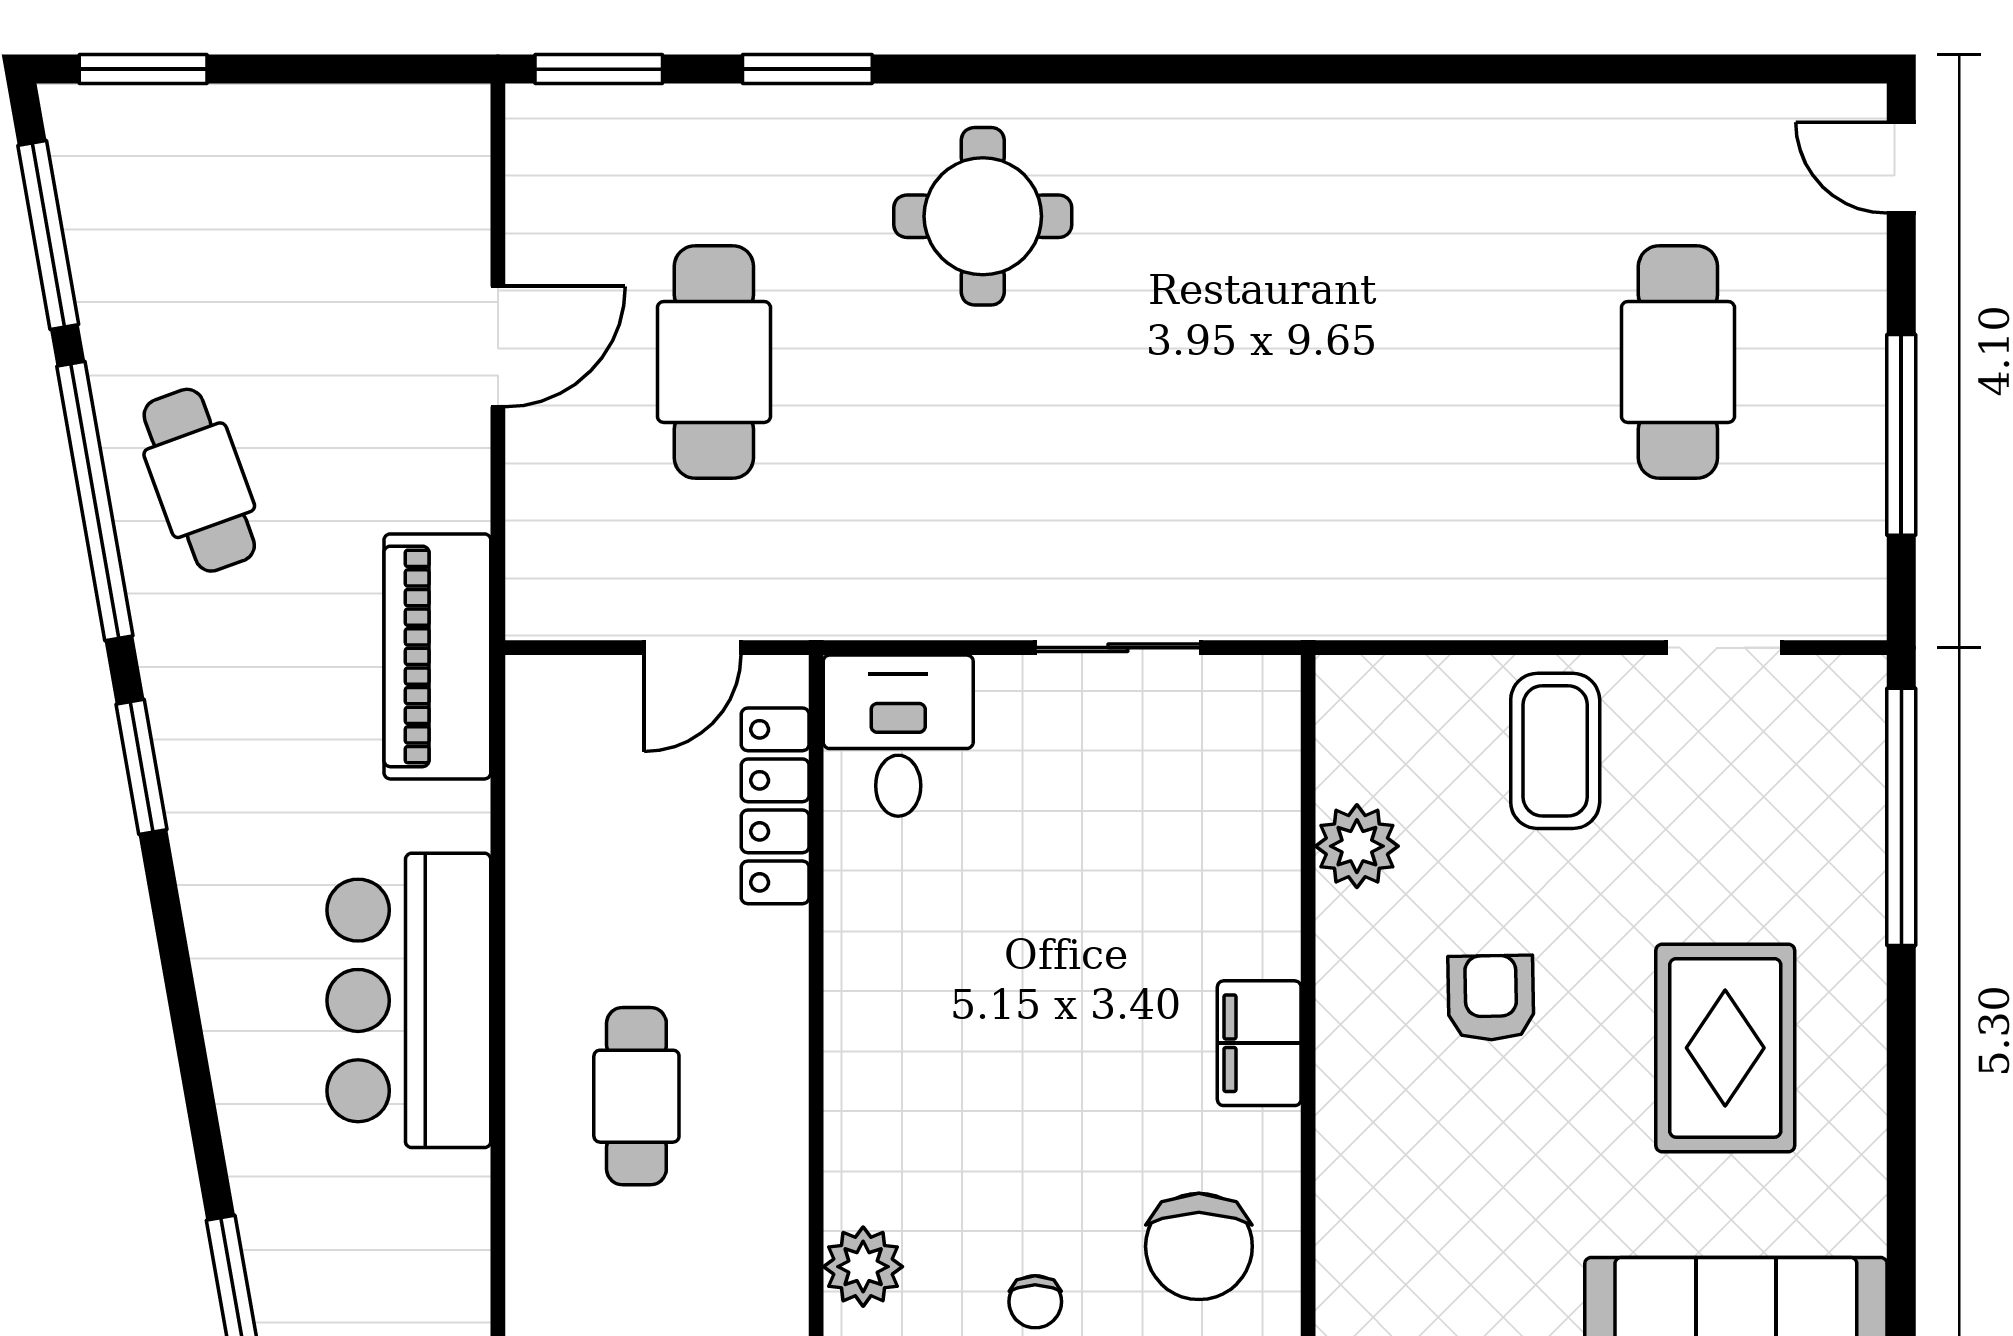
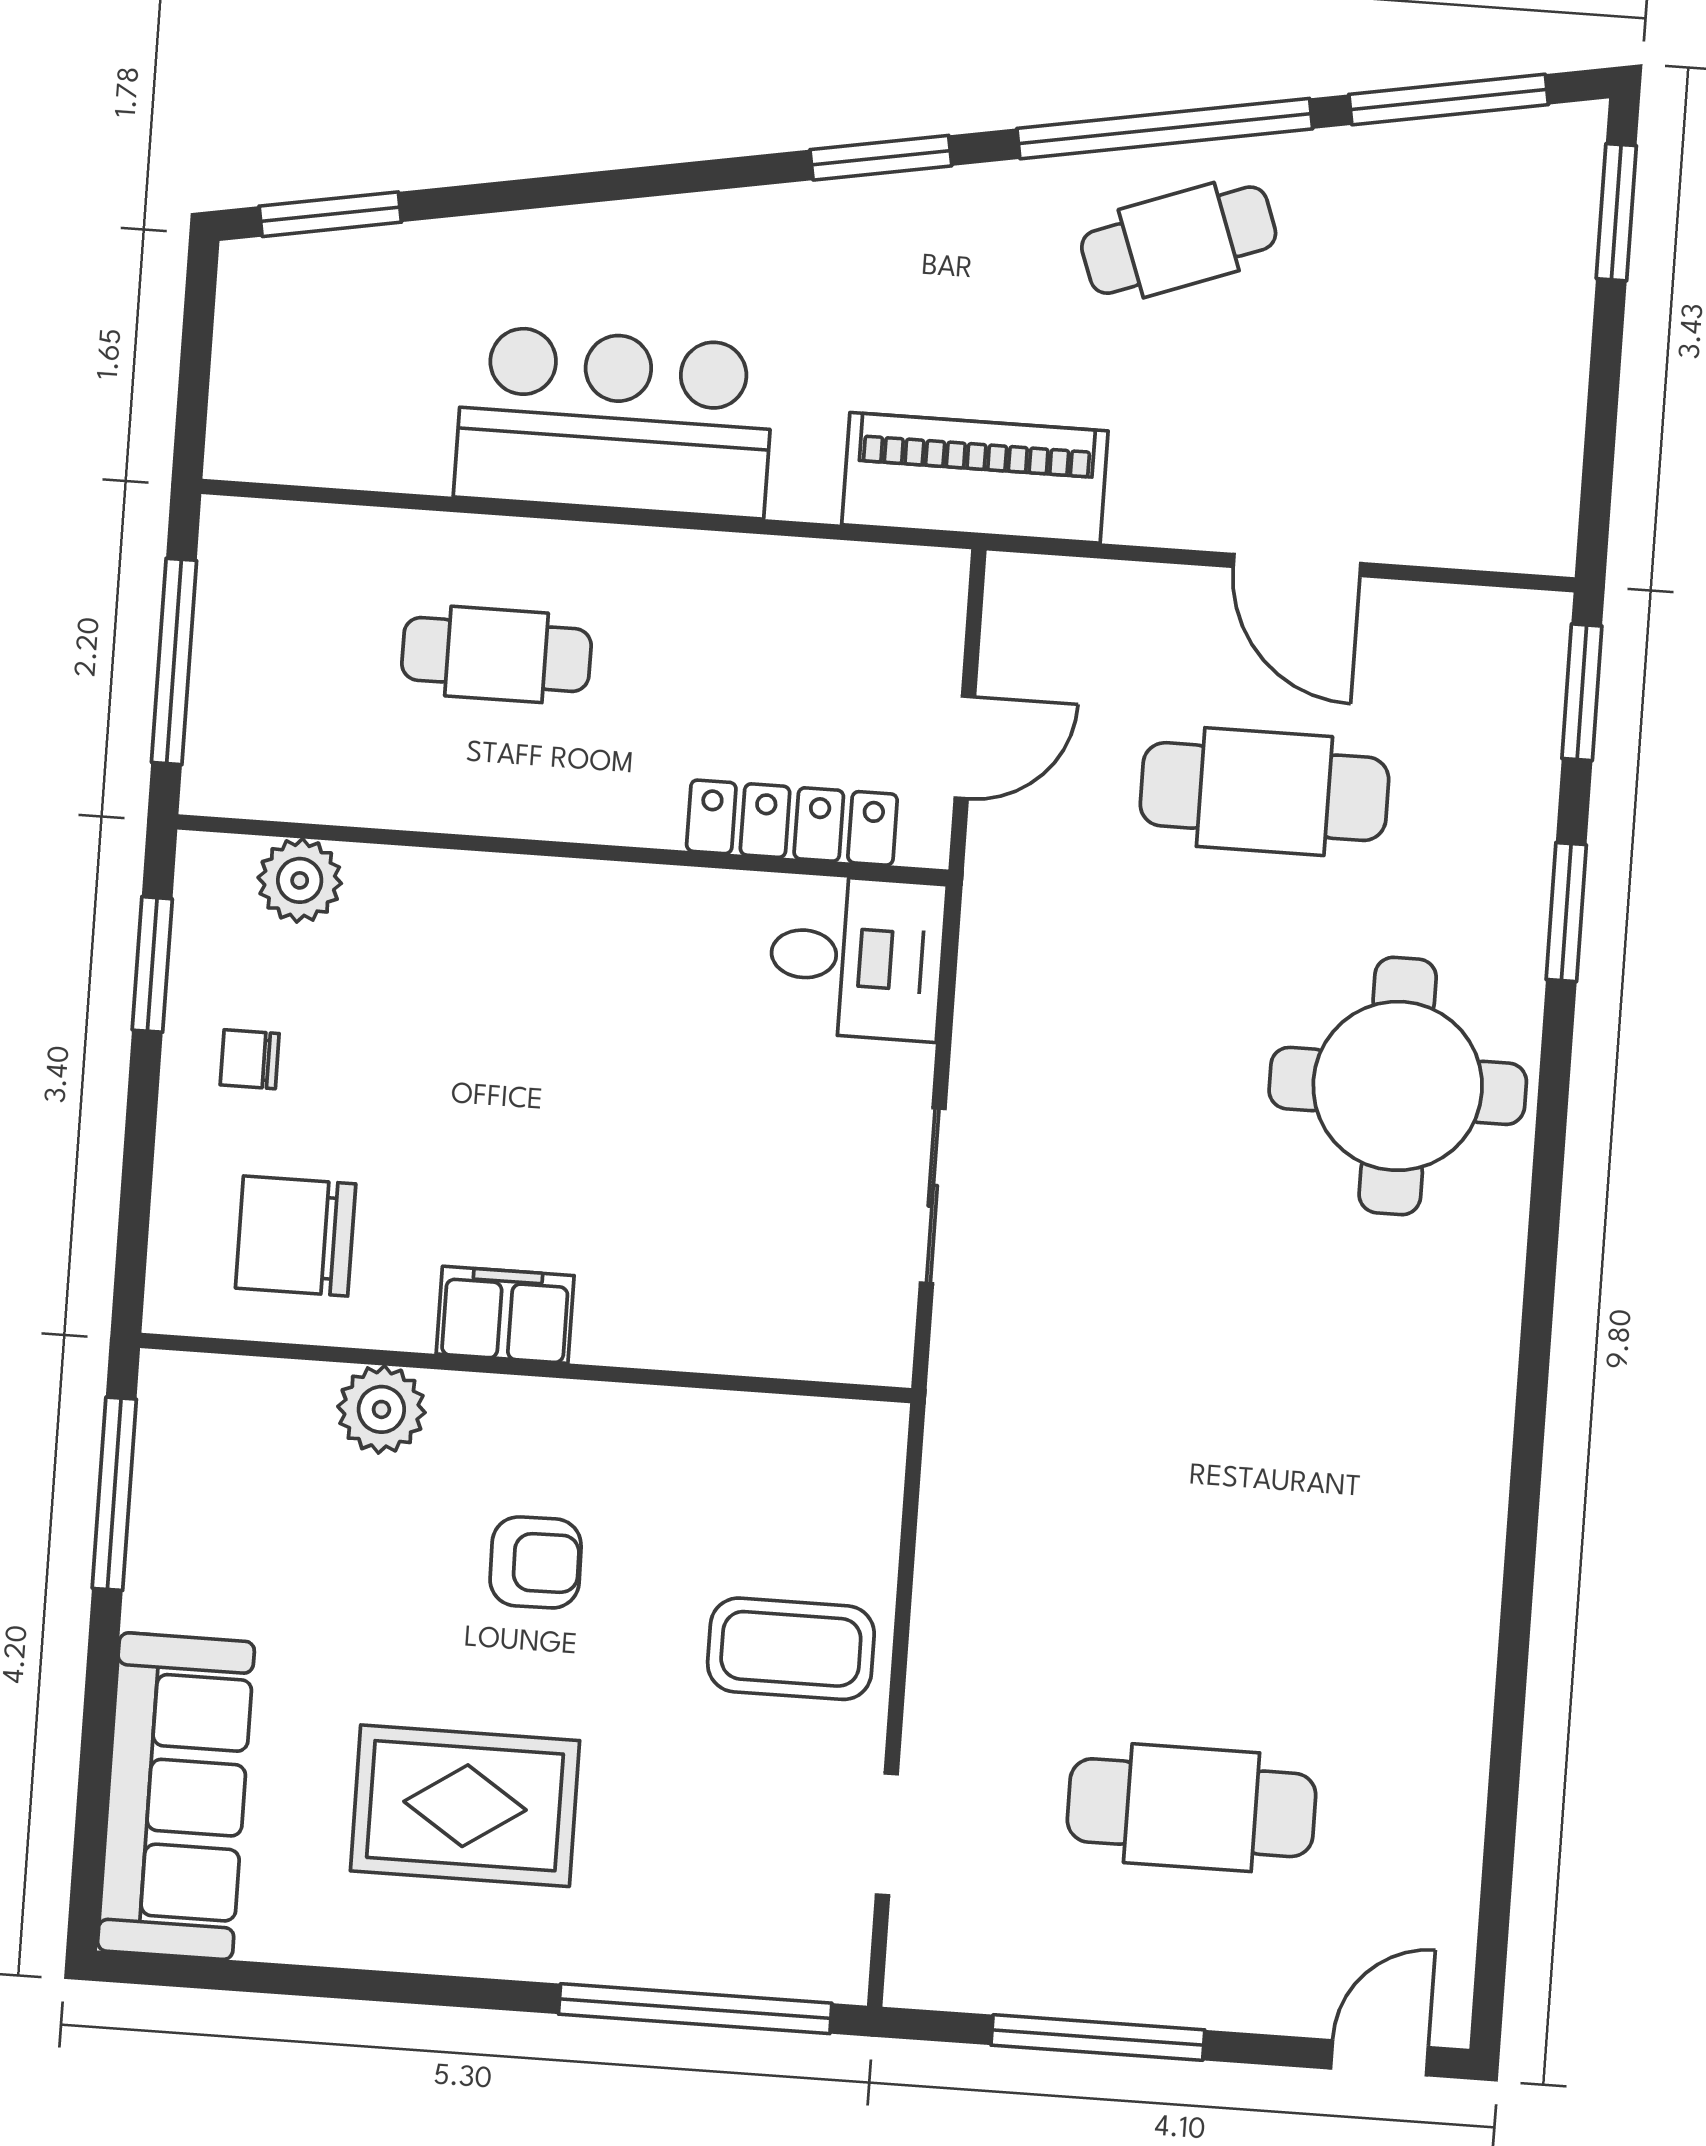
round table: (983, 216) -> (1398, 1086), width x1.36, depth x1.36
door: (693, 648) -> (965, 747), swing flipped
plant: (1357, 846) -> (381, 1409), moved

